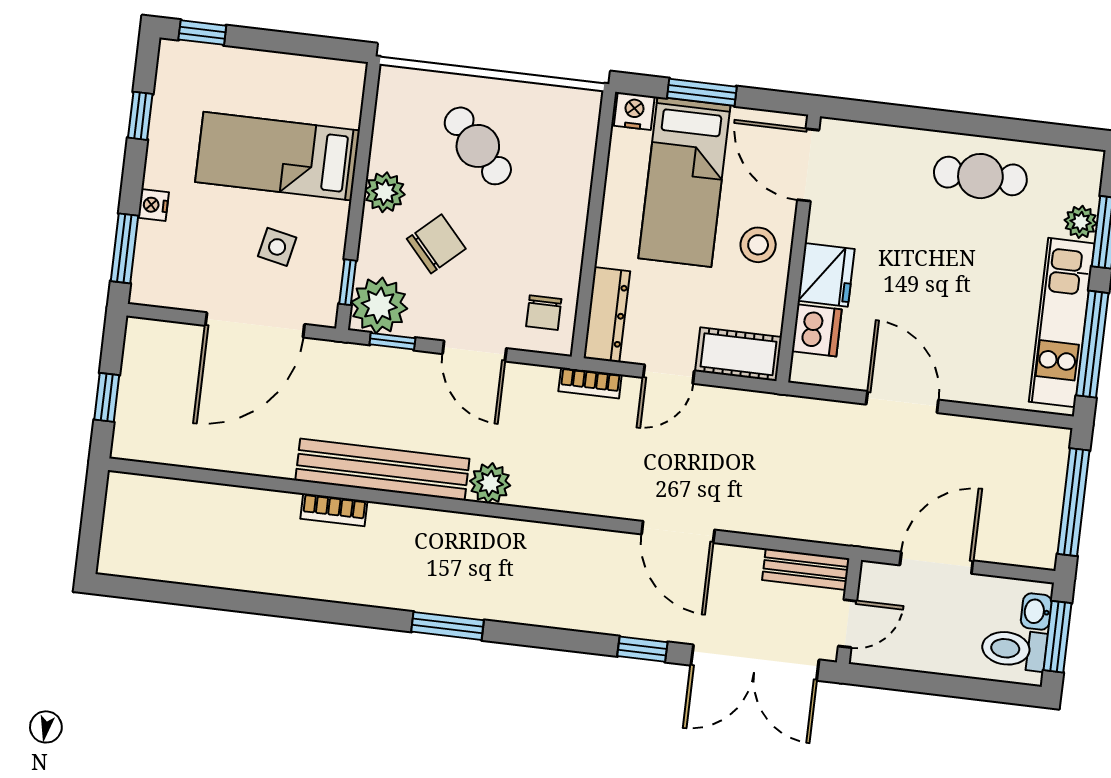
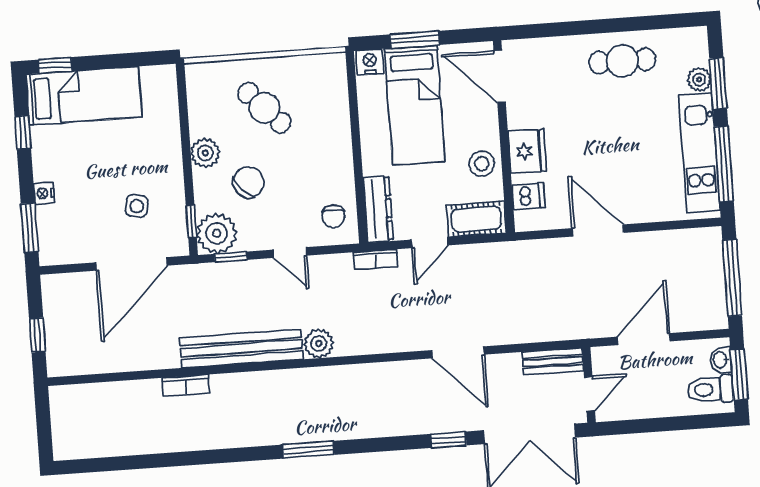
bed: (278, 156) -> (84, 96), moved, turned 180
stool: (758, 245) -> (482, 164), moved
dishwasher: (817, 330) -> (528, 196), width x0.73
door: (474, 351) -> (290, 253), width x0.73
bookcase: (334, 510) -> (186, 385), moved

